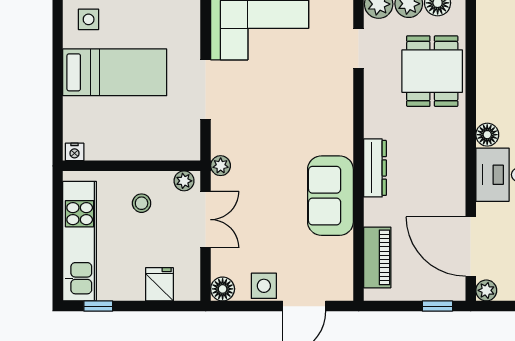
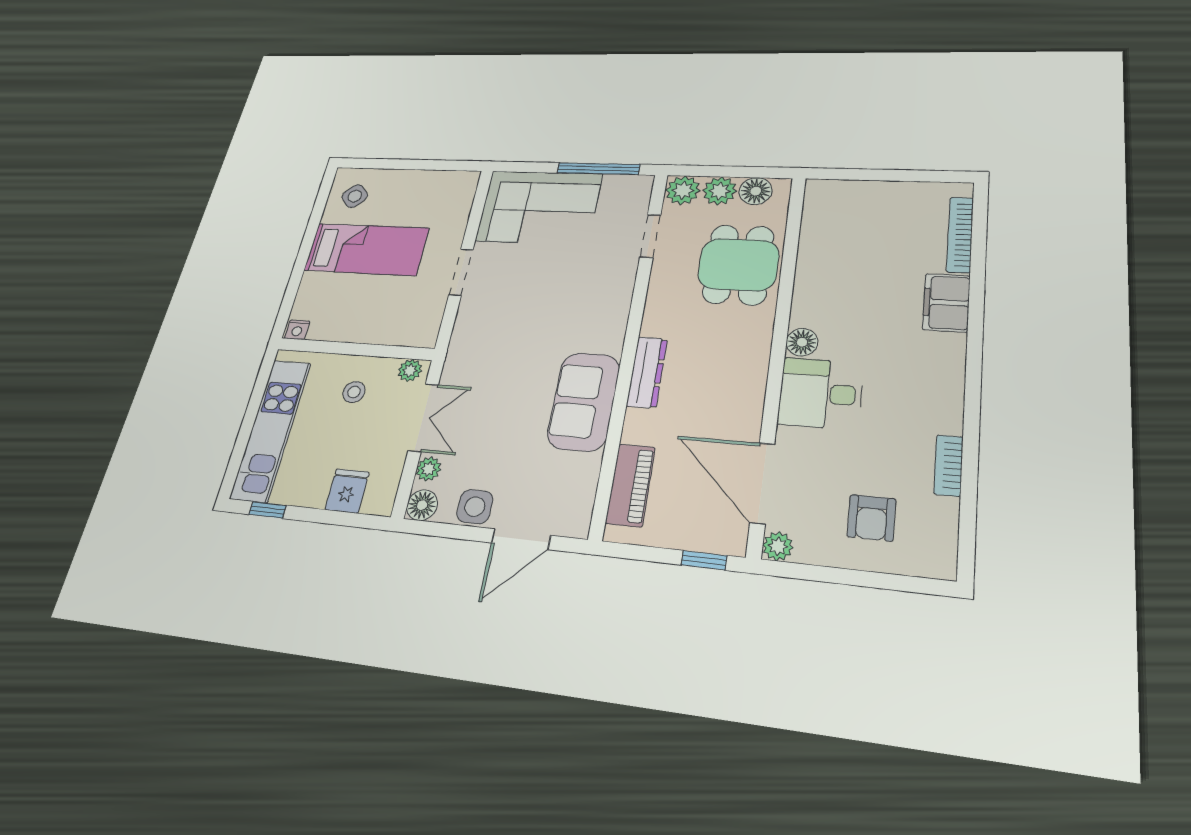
side table: (89, 19) -> (355, 196), turned 45
doorway: (206, 90) -> (461, 272), width x0.73
plant: (221, 166) -> (429, 469), moved

